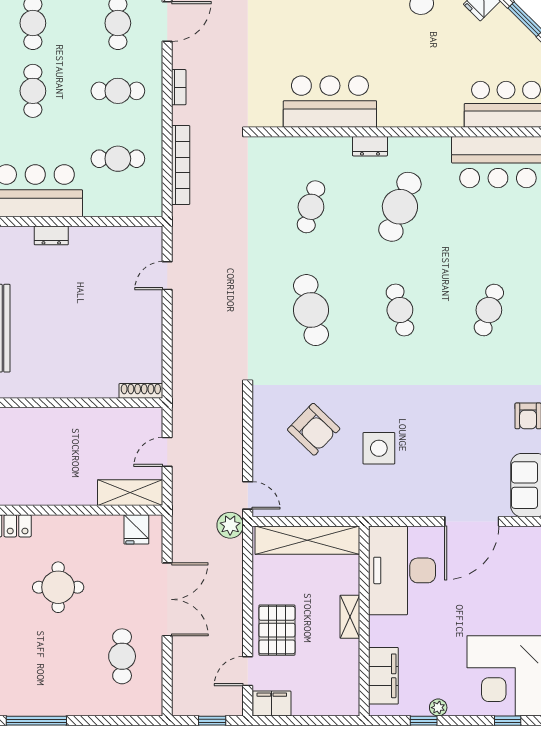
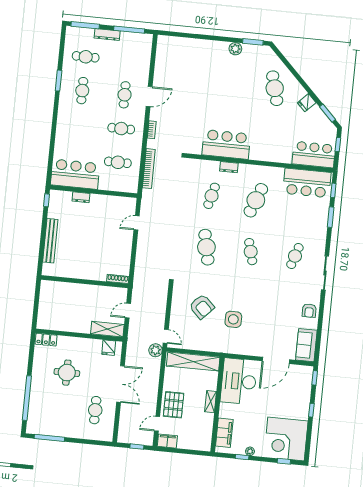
cafe table: (33, 91) -> (79, 124), removed
dresser: (370, 146) -> (229, 167), moved

